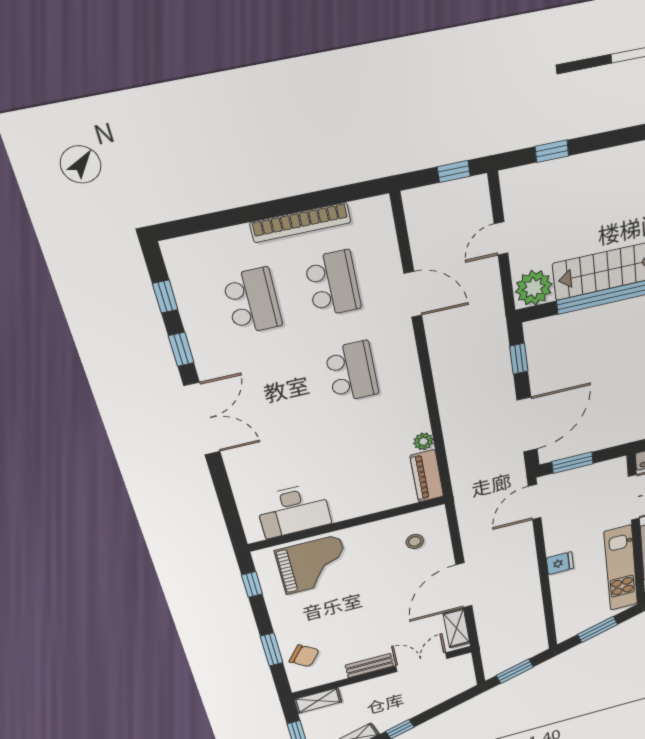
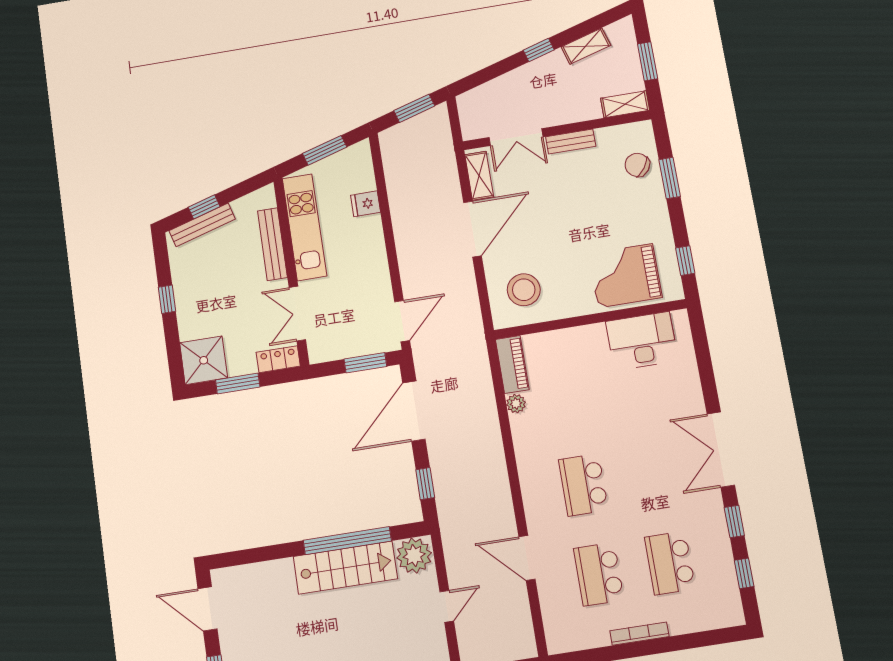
bookcase: (301, 223) -> (639, 634), width x0.68, depth x0.76
stool: (415, 541) -> (524, 290), width x1.89, depth x1.89
fridge: (560, 563) -> (366, 204), moved

